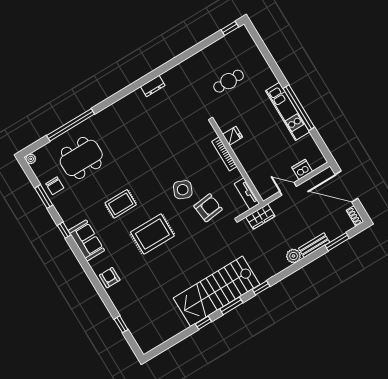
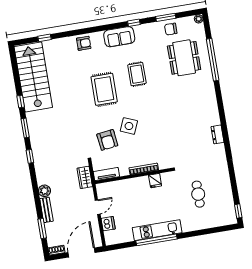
stairs: (217, 291) -> (33, 77), moved

